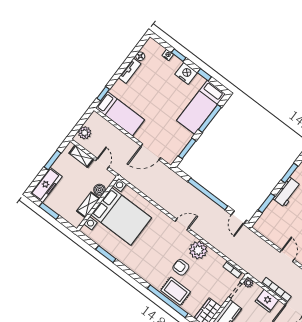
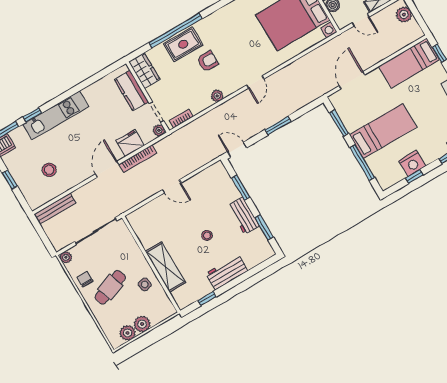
nightstand: (186, 73) -> (412, 163), moved
bed: (201, 107) -> (383, 131), moved, turned 90
window: (208, 194) -> (278, 126), width x0.47
plant: (198, 250) -> (217, 96), width x0.53, depth x0.53

